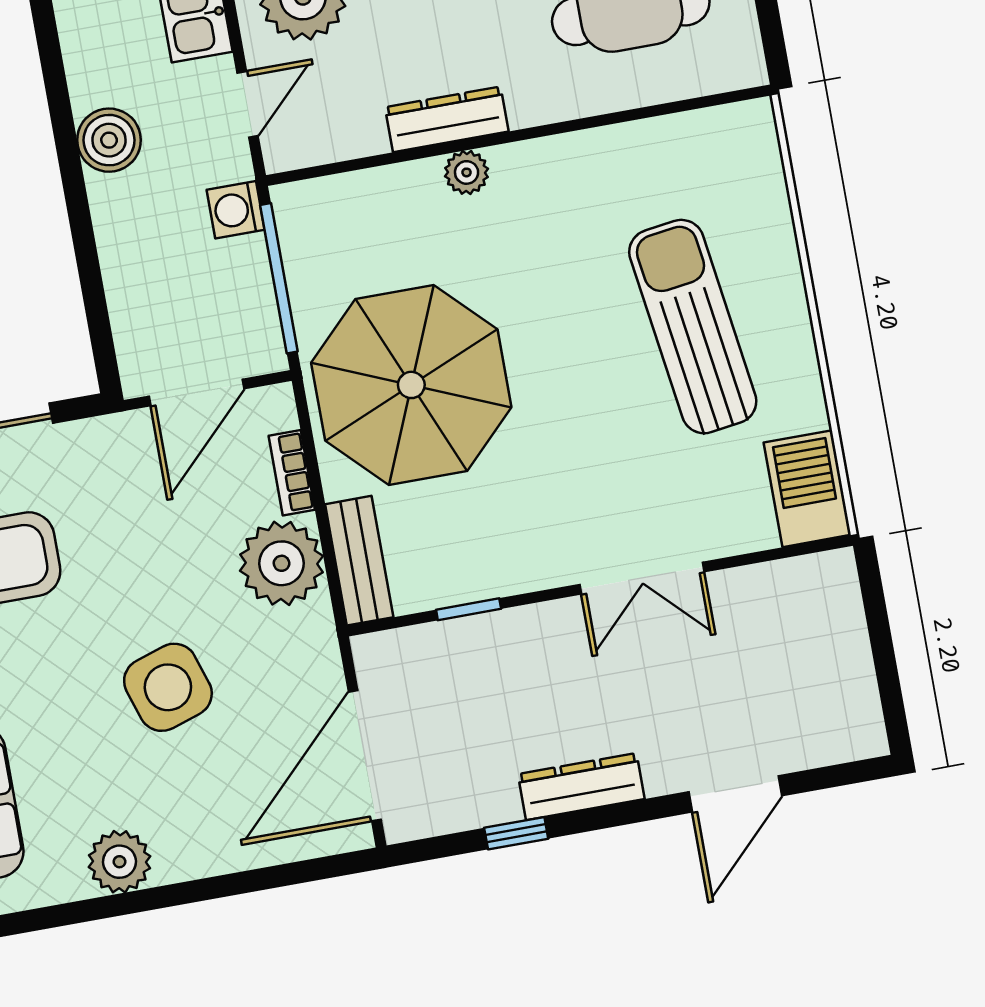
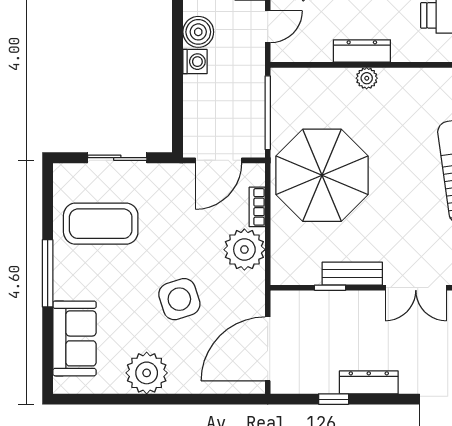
washing machine: (236, 210) -> (195, 62), moved, turned 180
bench: (359, 561) -> (352, 274), moved, turned 90
plant: (120, 862) -> (147, 373), width x1.36, depth x1.36

